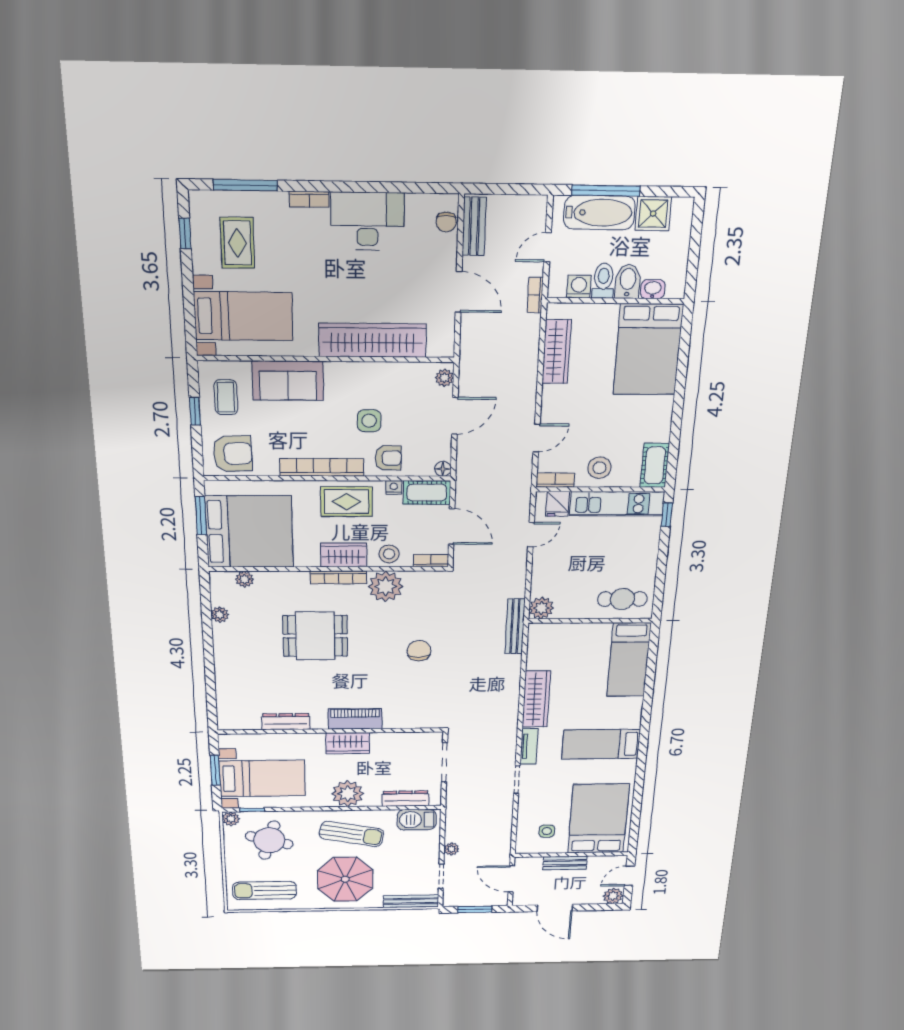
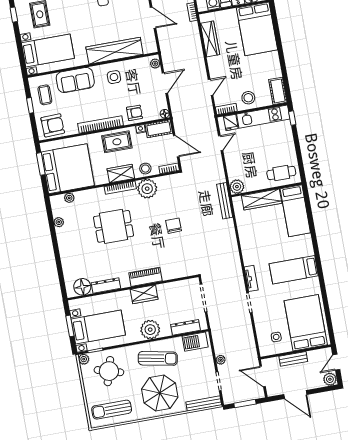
side table: (369, 421) -> (114, 77), moved
wardrobe: (536, 699) -> (262, 199), moved, turned 90
floor lamp: (245, 718) -> (82, 287), added

